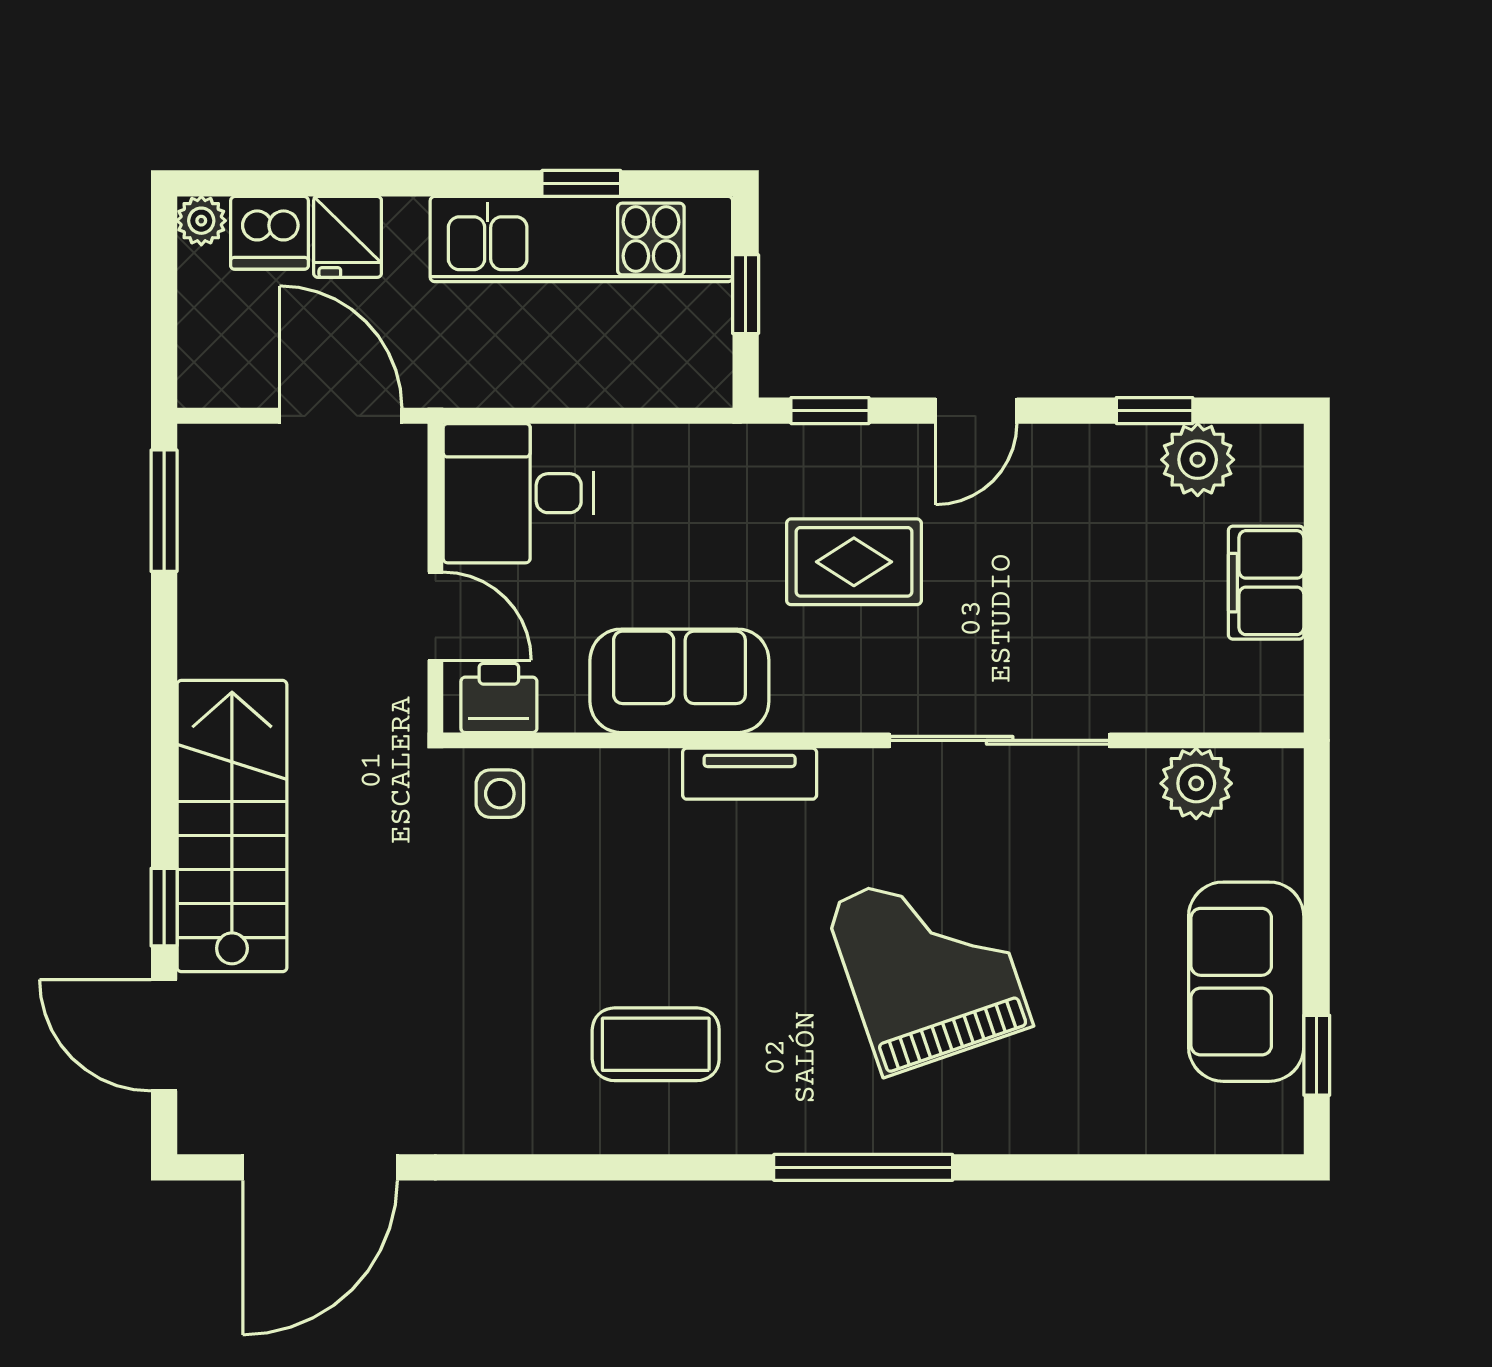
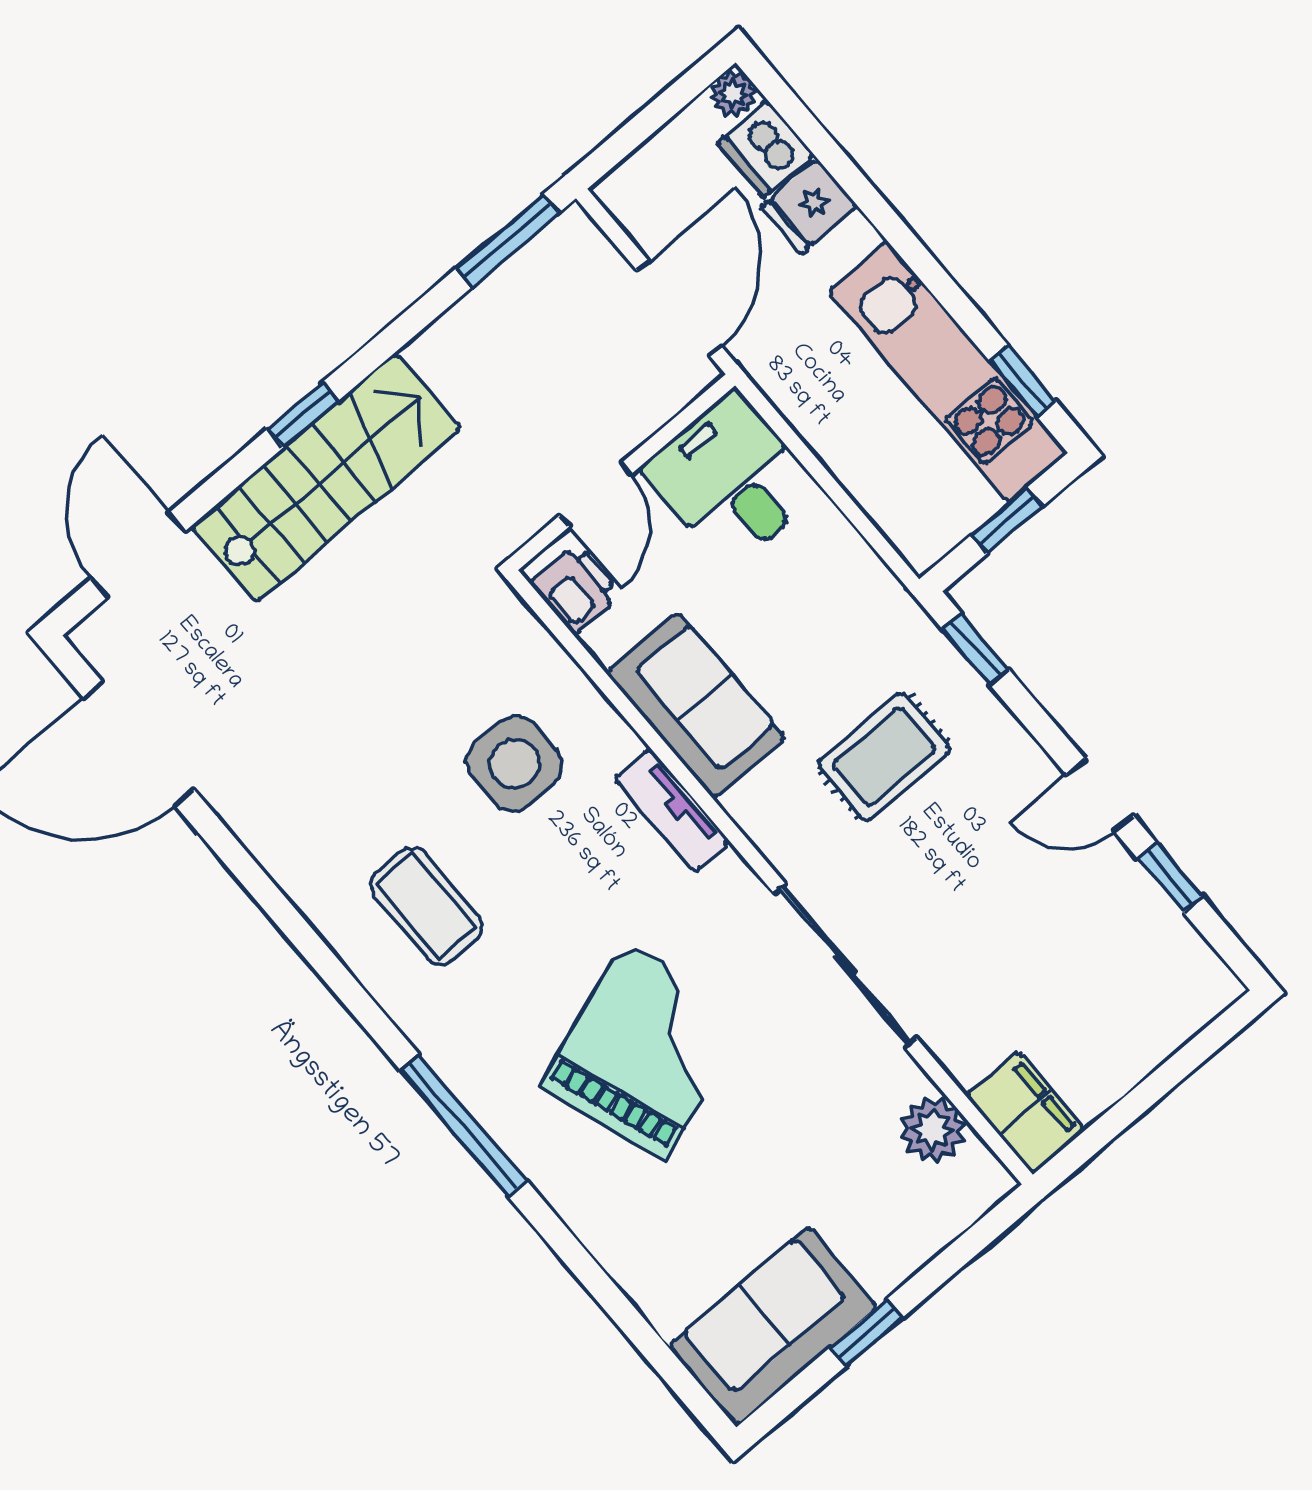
window: (581, 183) -> (1023, 381), moved
door: (976, 411) -> (1100, 795), moved
plant: (1198, 460) -> (1161, 937), removed
rug: (854, 562) -> (884, 757), turned 90
filing cabinet: (1266, 583) -> (1026, 1113), moved, turned 90
side table: (500, 794) -> (515, 764), moved, width x1.87, depth x1.87
window: (164, 907) -> (303, 415), moved
sofa: (1246, 982) -> (773, 1326), moved
window: (1317, 1055) -> (866, 1333), moved

